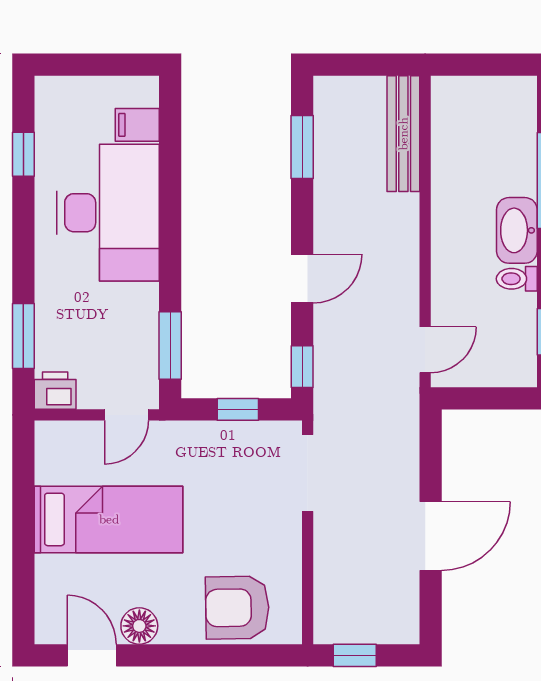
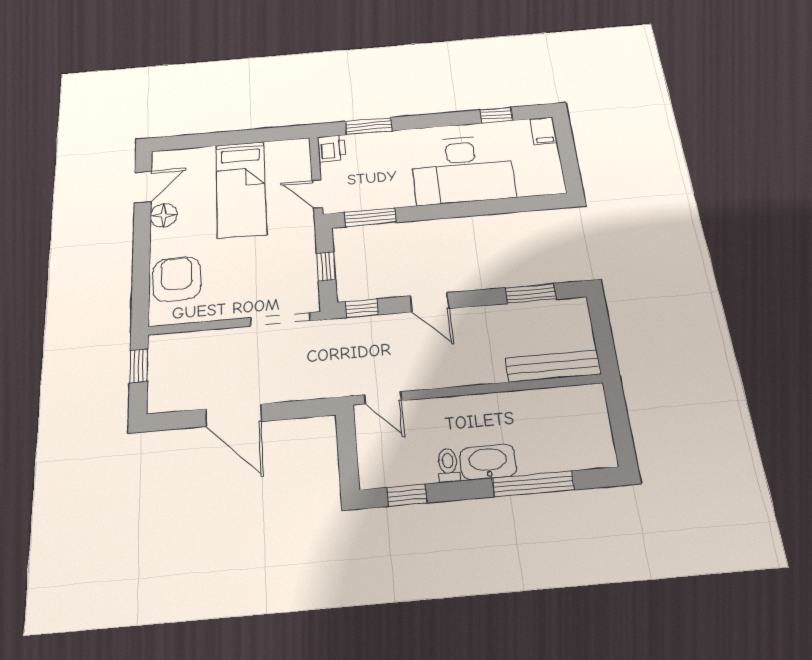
filing cabinet: (137, 125) -> (543, 131), moved, turned 180

